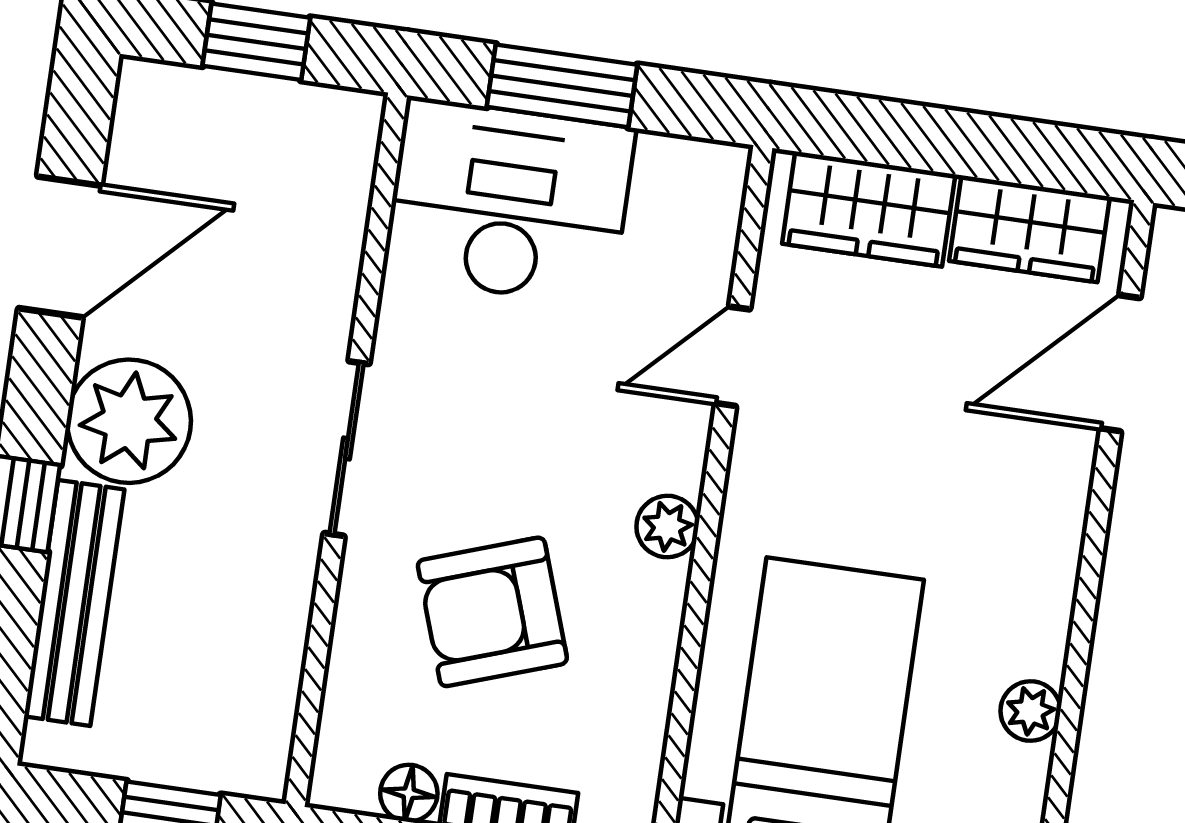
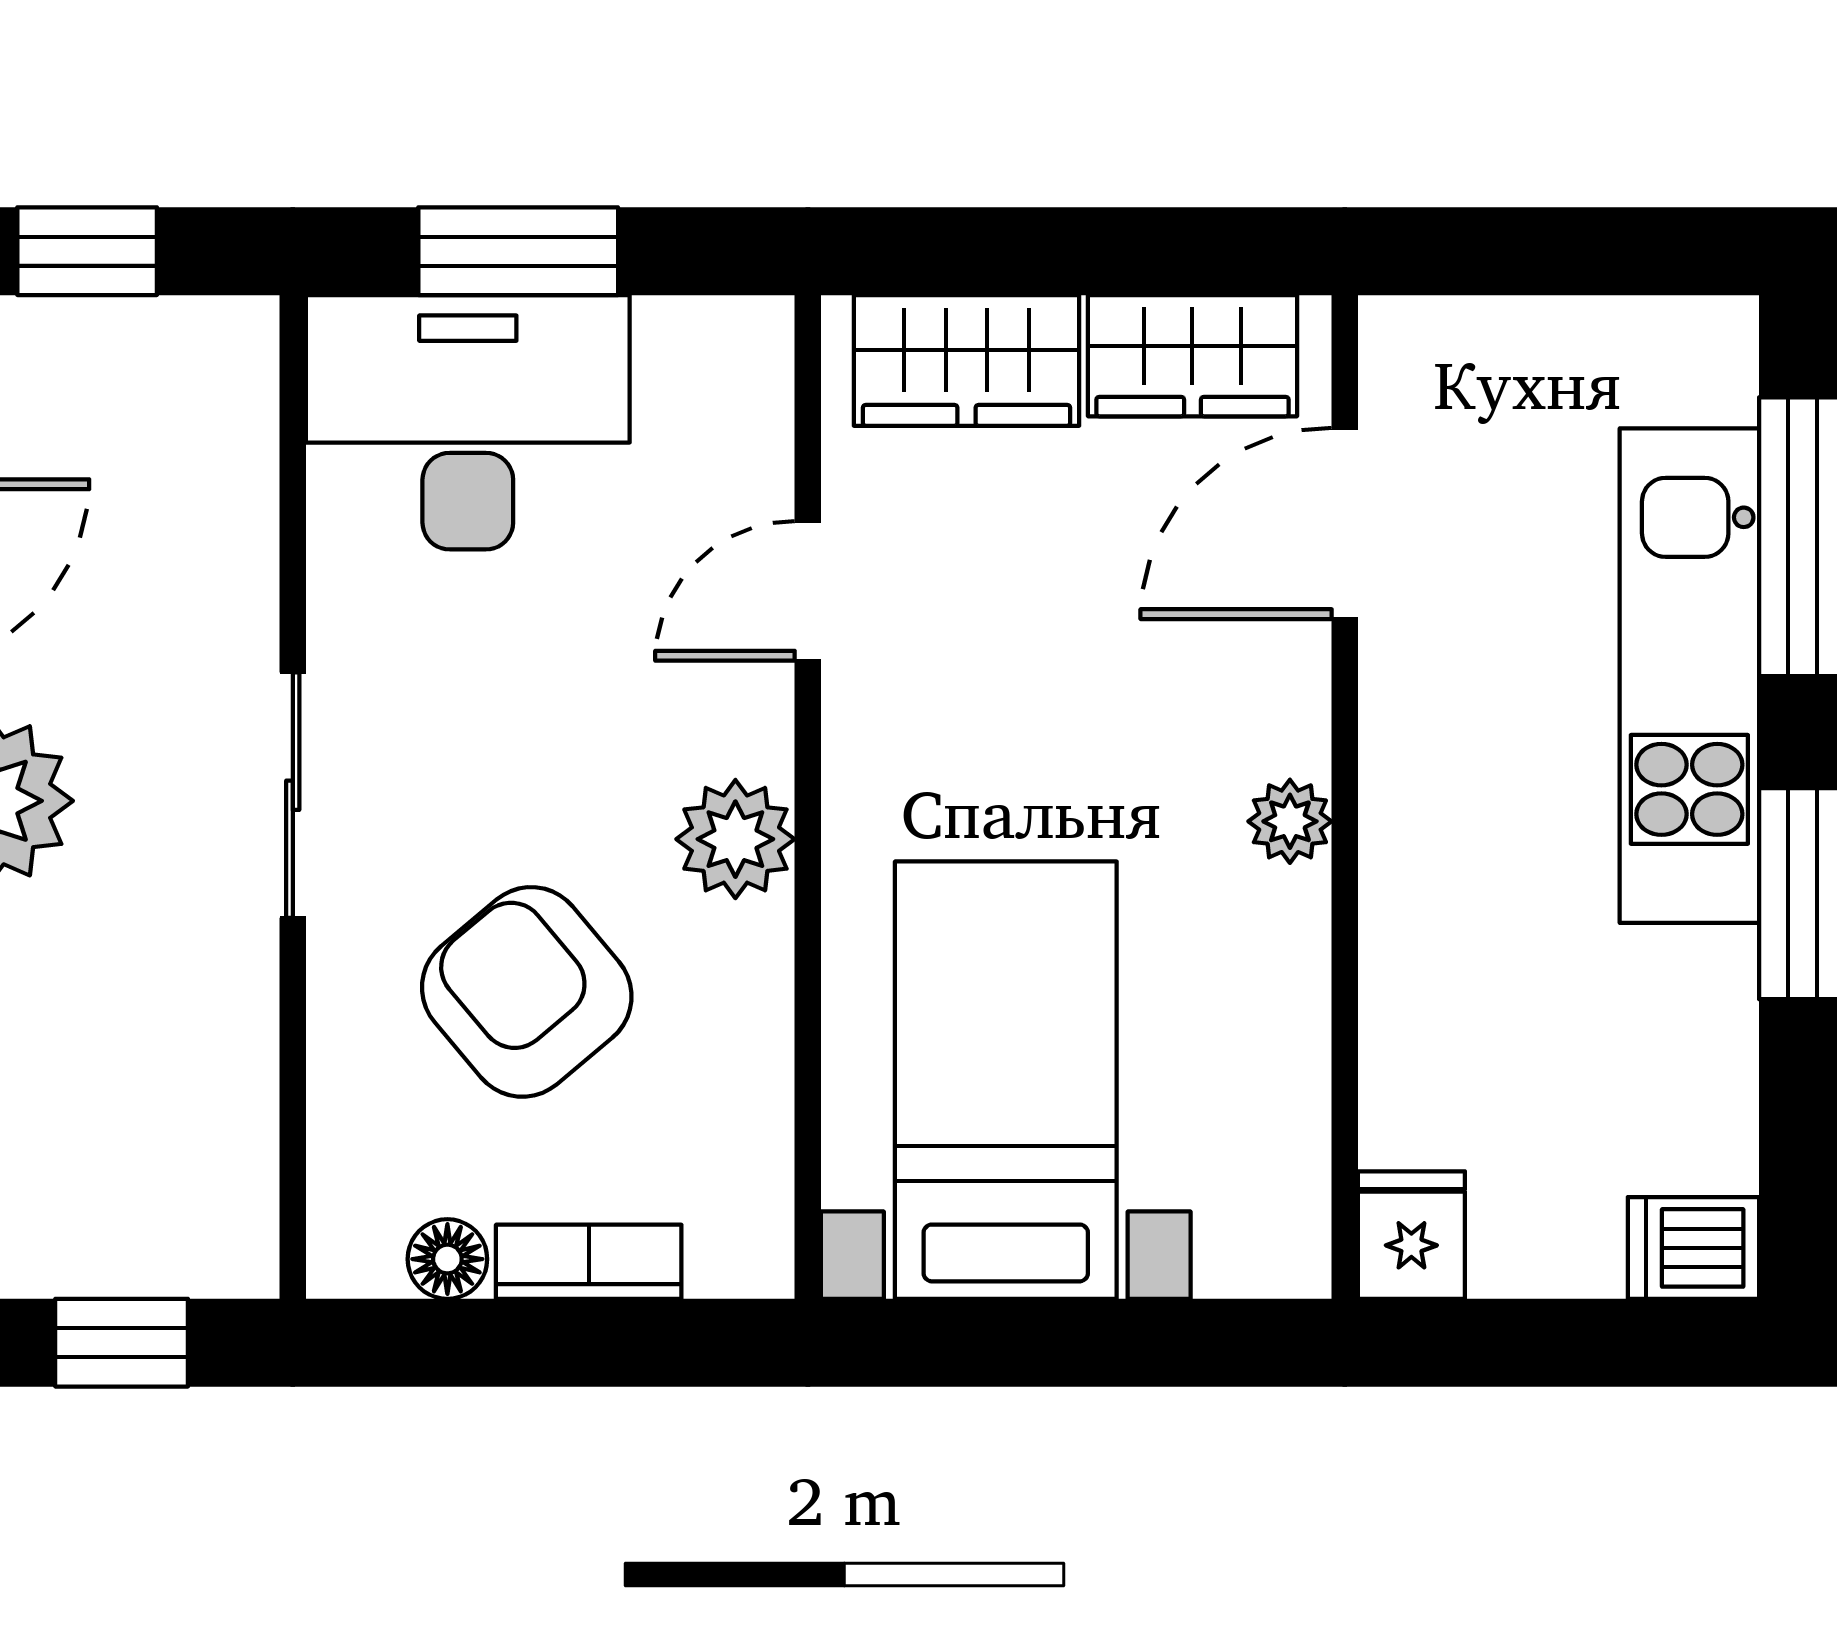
plant: (667, 527) -> (735, 839), width x1.38, depth x1.38
armchair: (492, 612) -> (527, 992), turned 69
plant: (1030, 711) -> (1290, 821), moved

